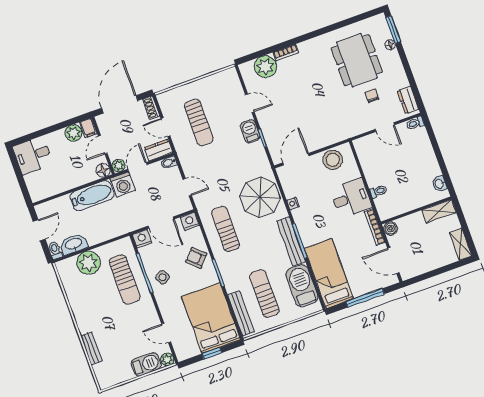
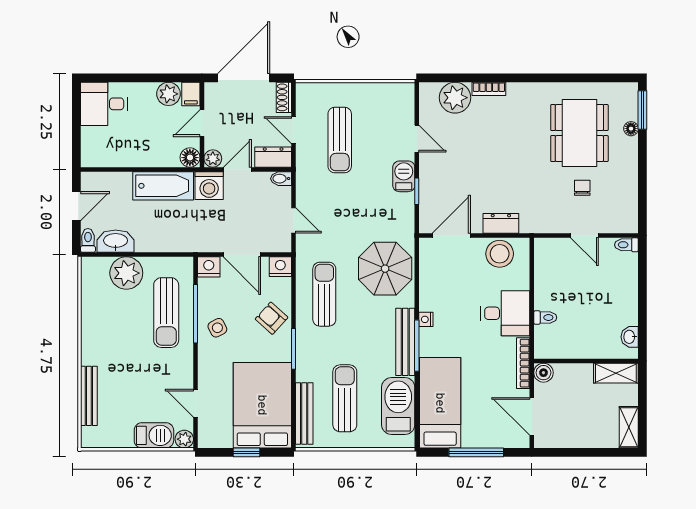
dresser: (408, 100) -> (501, 223), moved, turned 90
nightstand: (293, 203) -> (426, 319), moved
bench: (91, 348) -> (89, 396), width x1.36

